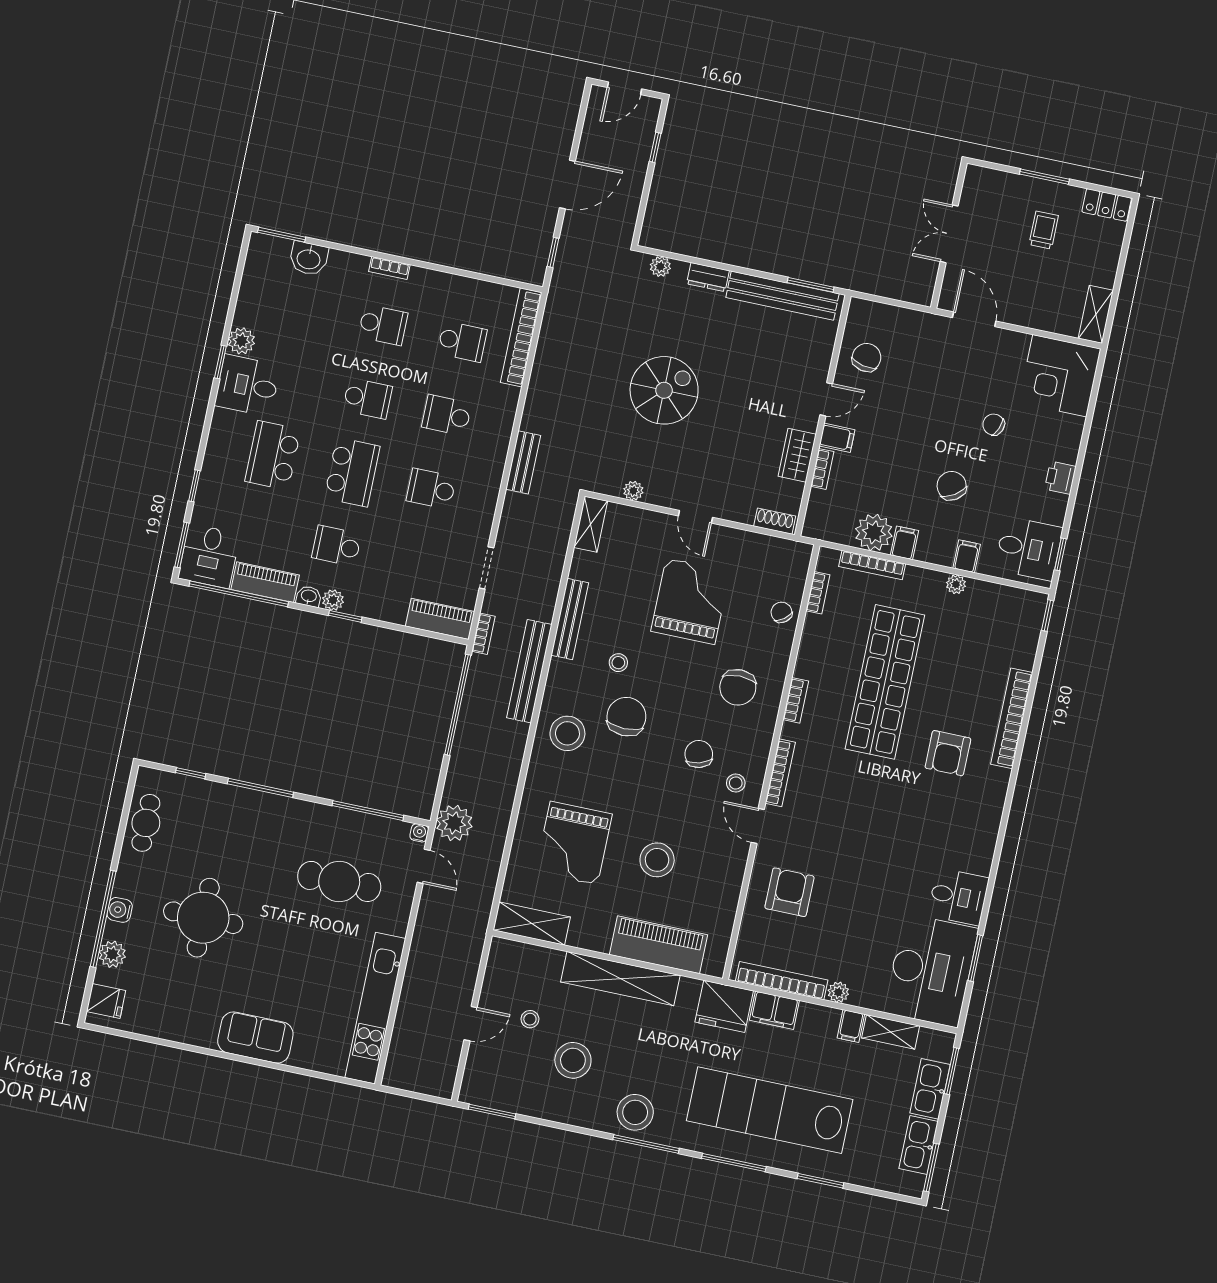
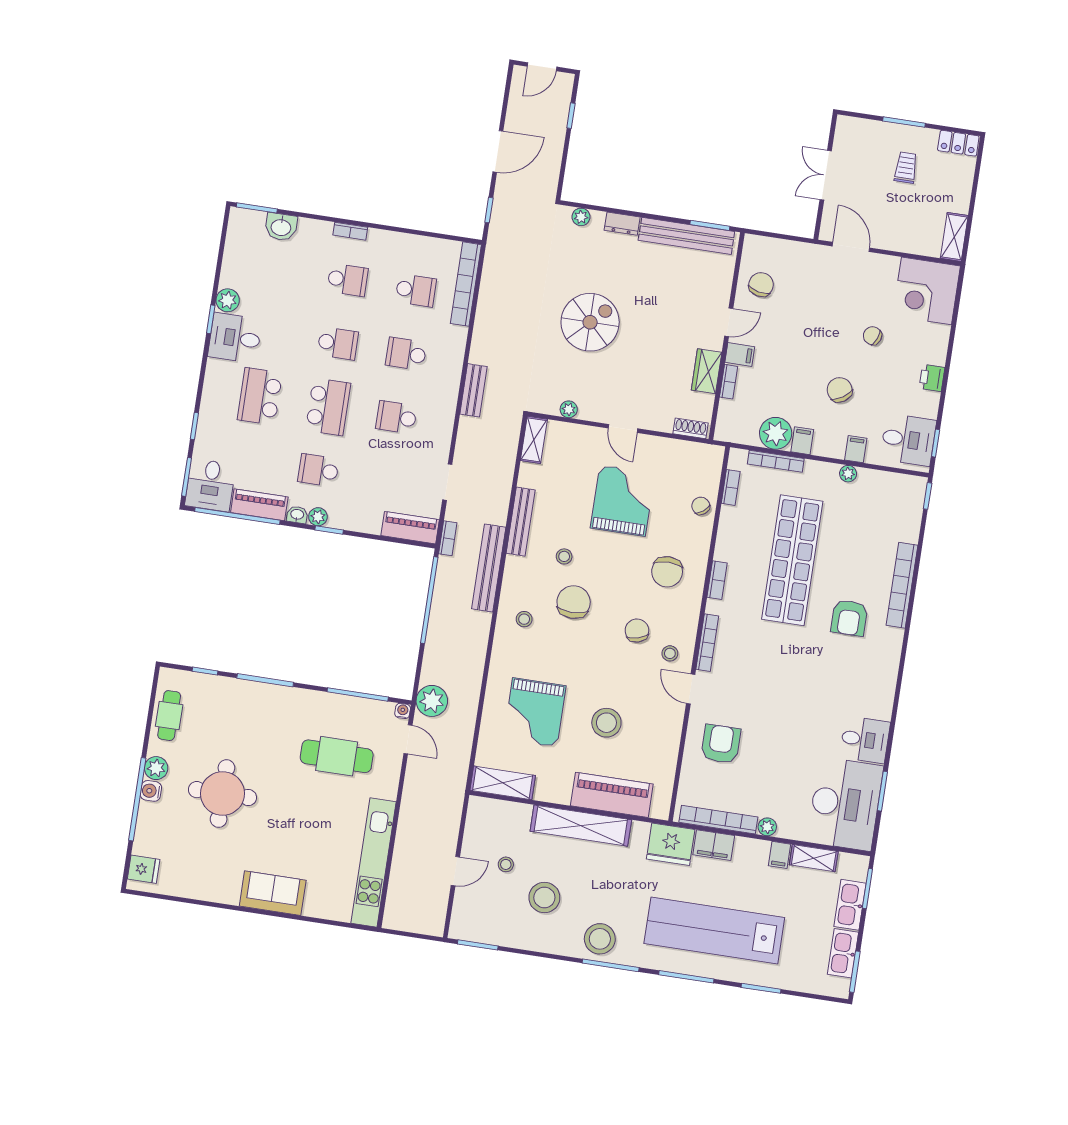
stool: (567, 733) -> (524, 619), width x0.53, depth x0.53
plant: (112, 954) -> (156, 768), moved

